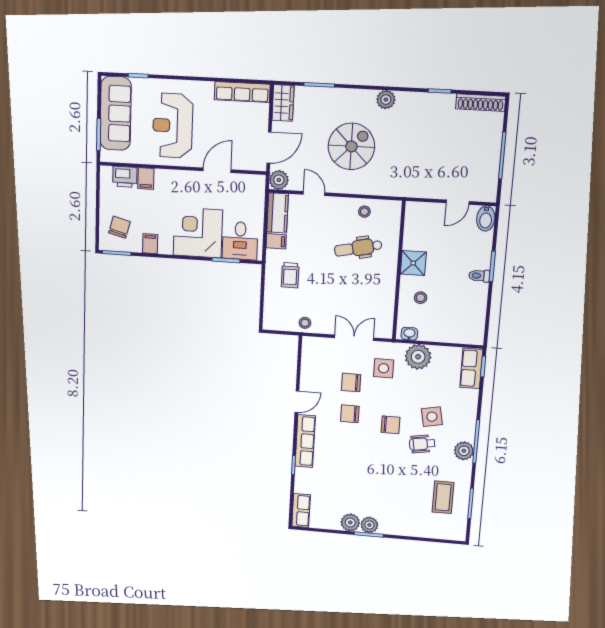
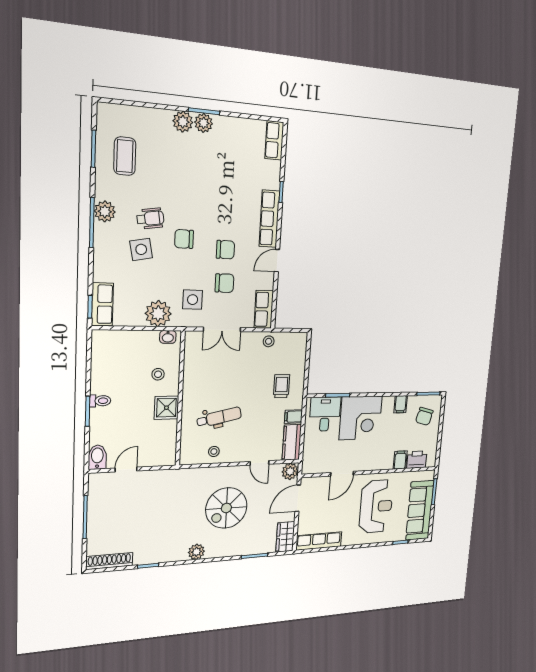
row of seats: (310, 355) -> (264, 309), added
plant: (350, 522) -> (183, 122), moved

